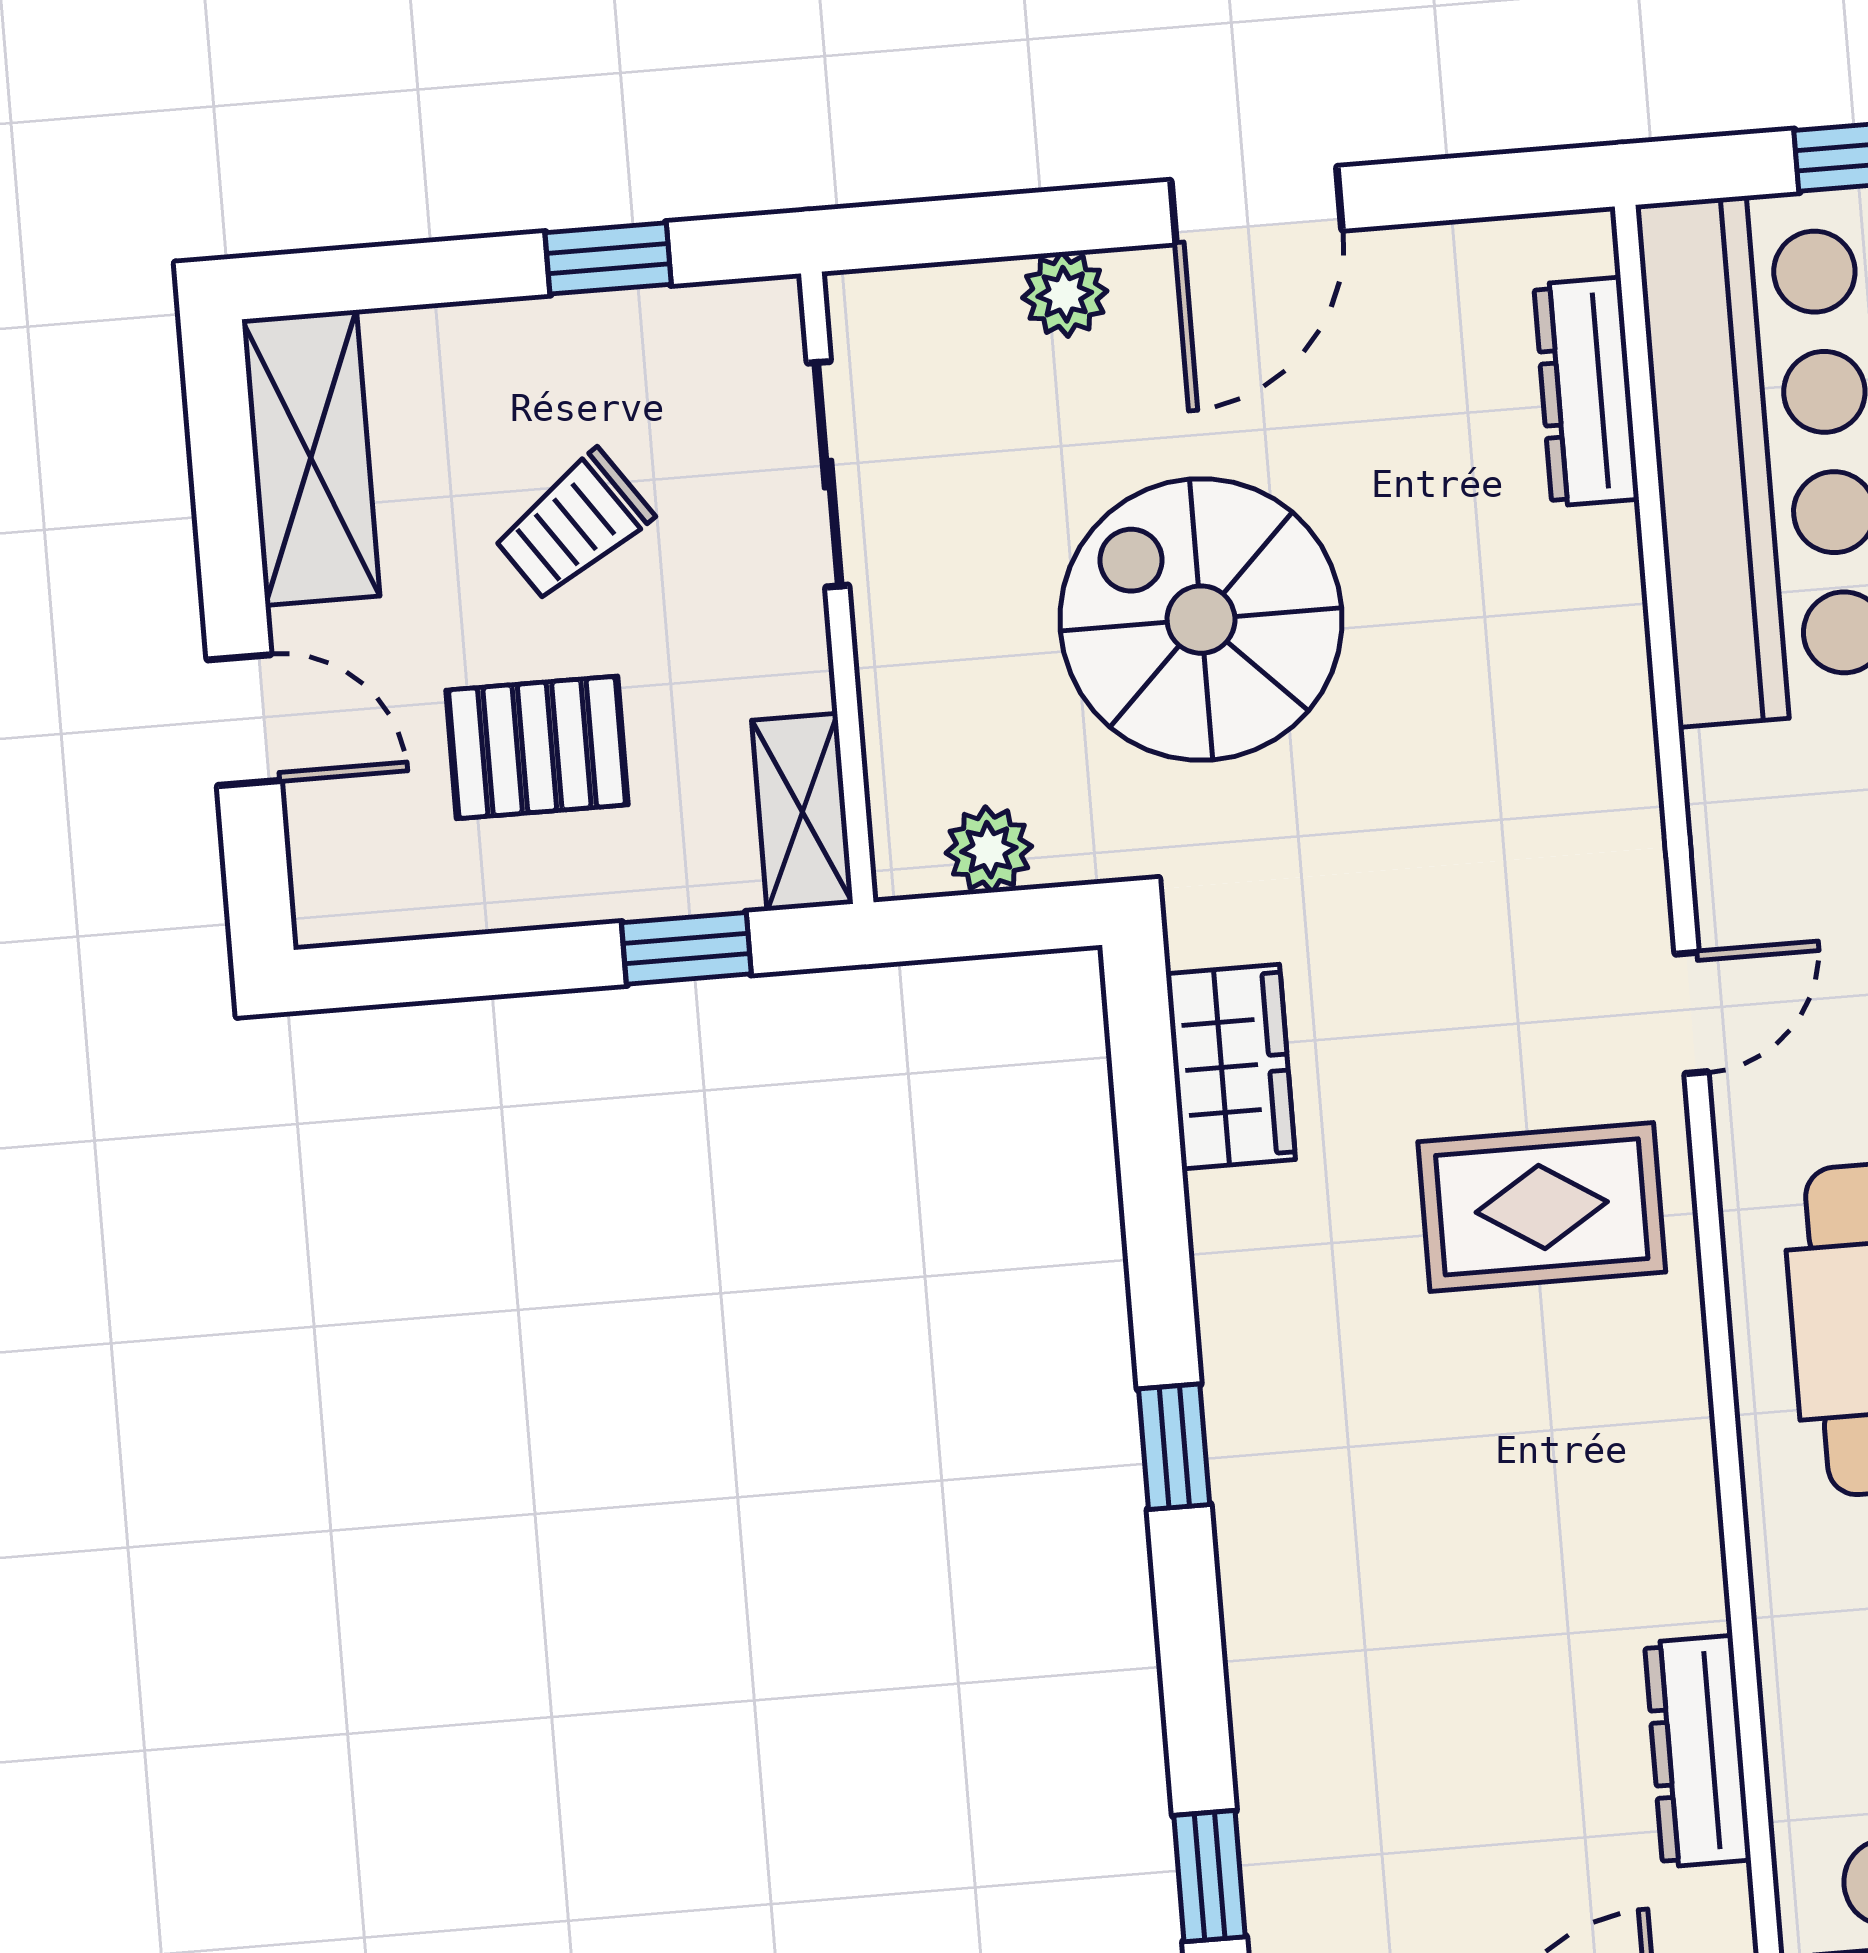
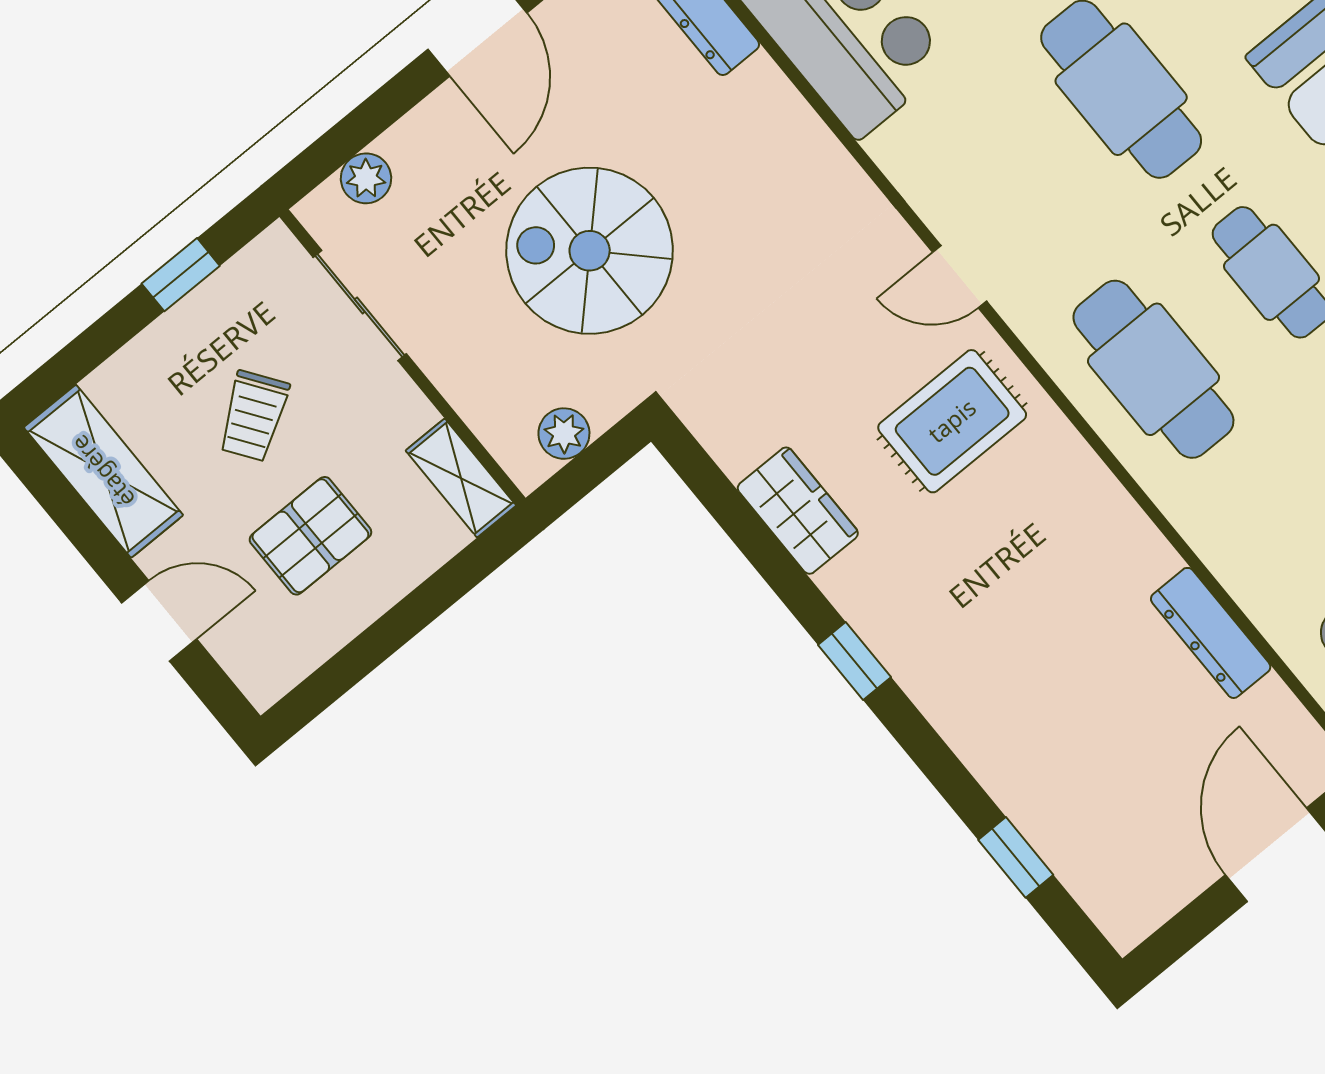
plant: (1065, 294) -> (366, 178), moved
window: (686, 948) -> (450, 583), removed
door: (1691, 1013) -> (960, 277), swing flipped
wardrobe: (1231, 1067) -> (798, 511), moved

